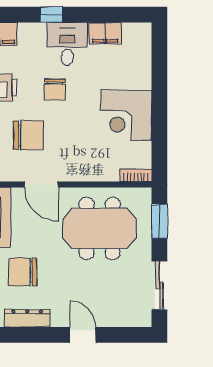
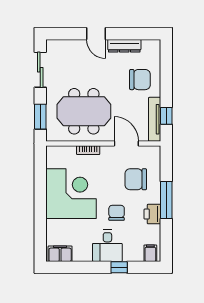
filing cabinet: (105, 33) -> (60, 254), moved
corner desk: (126, 116) -> (71, 194), width x1.36, depth x1.36
bookcase: (136, 175) -> (88, 150), moved
dresser: (27, 318) -> (124, 46), moved

